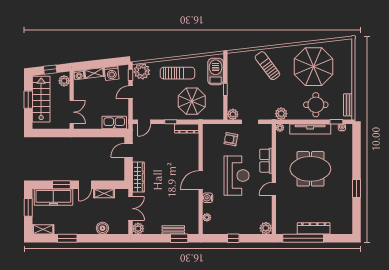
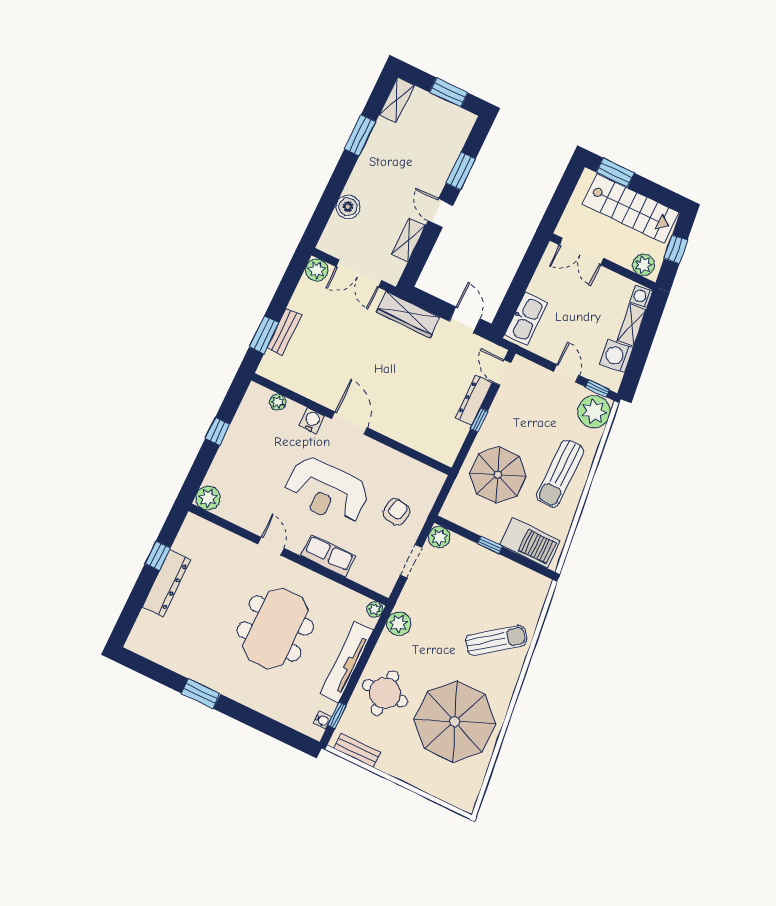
window: (28, 100) -> (615, 173), moved
dresser: (187, 128) -> (474, 400), moved
freezer: (53, 197) -> (446, 146), removed
window: (303, 238) -> (158, 556), width x0.32

